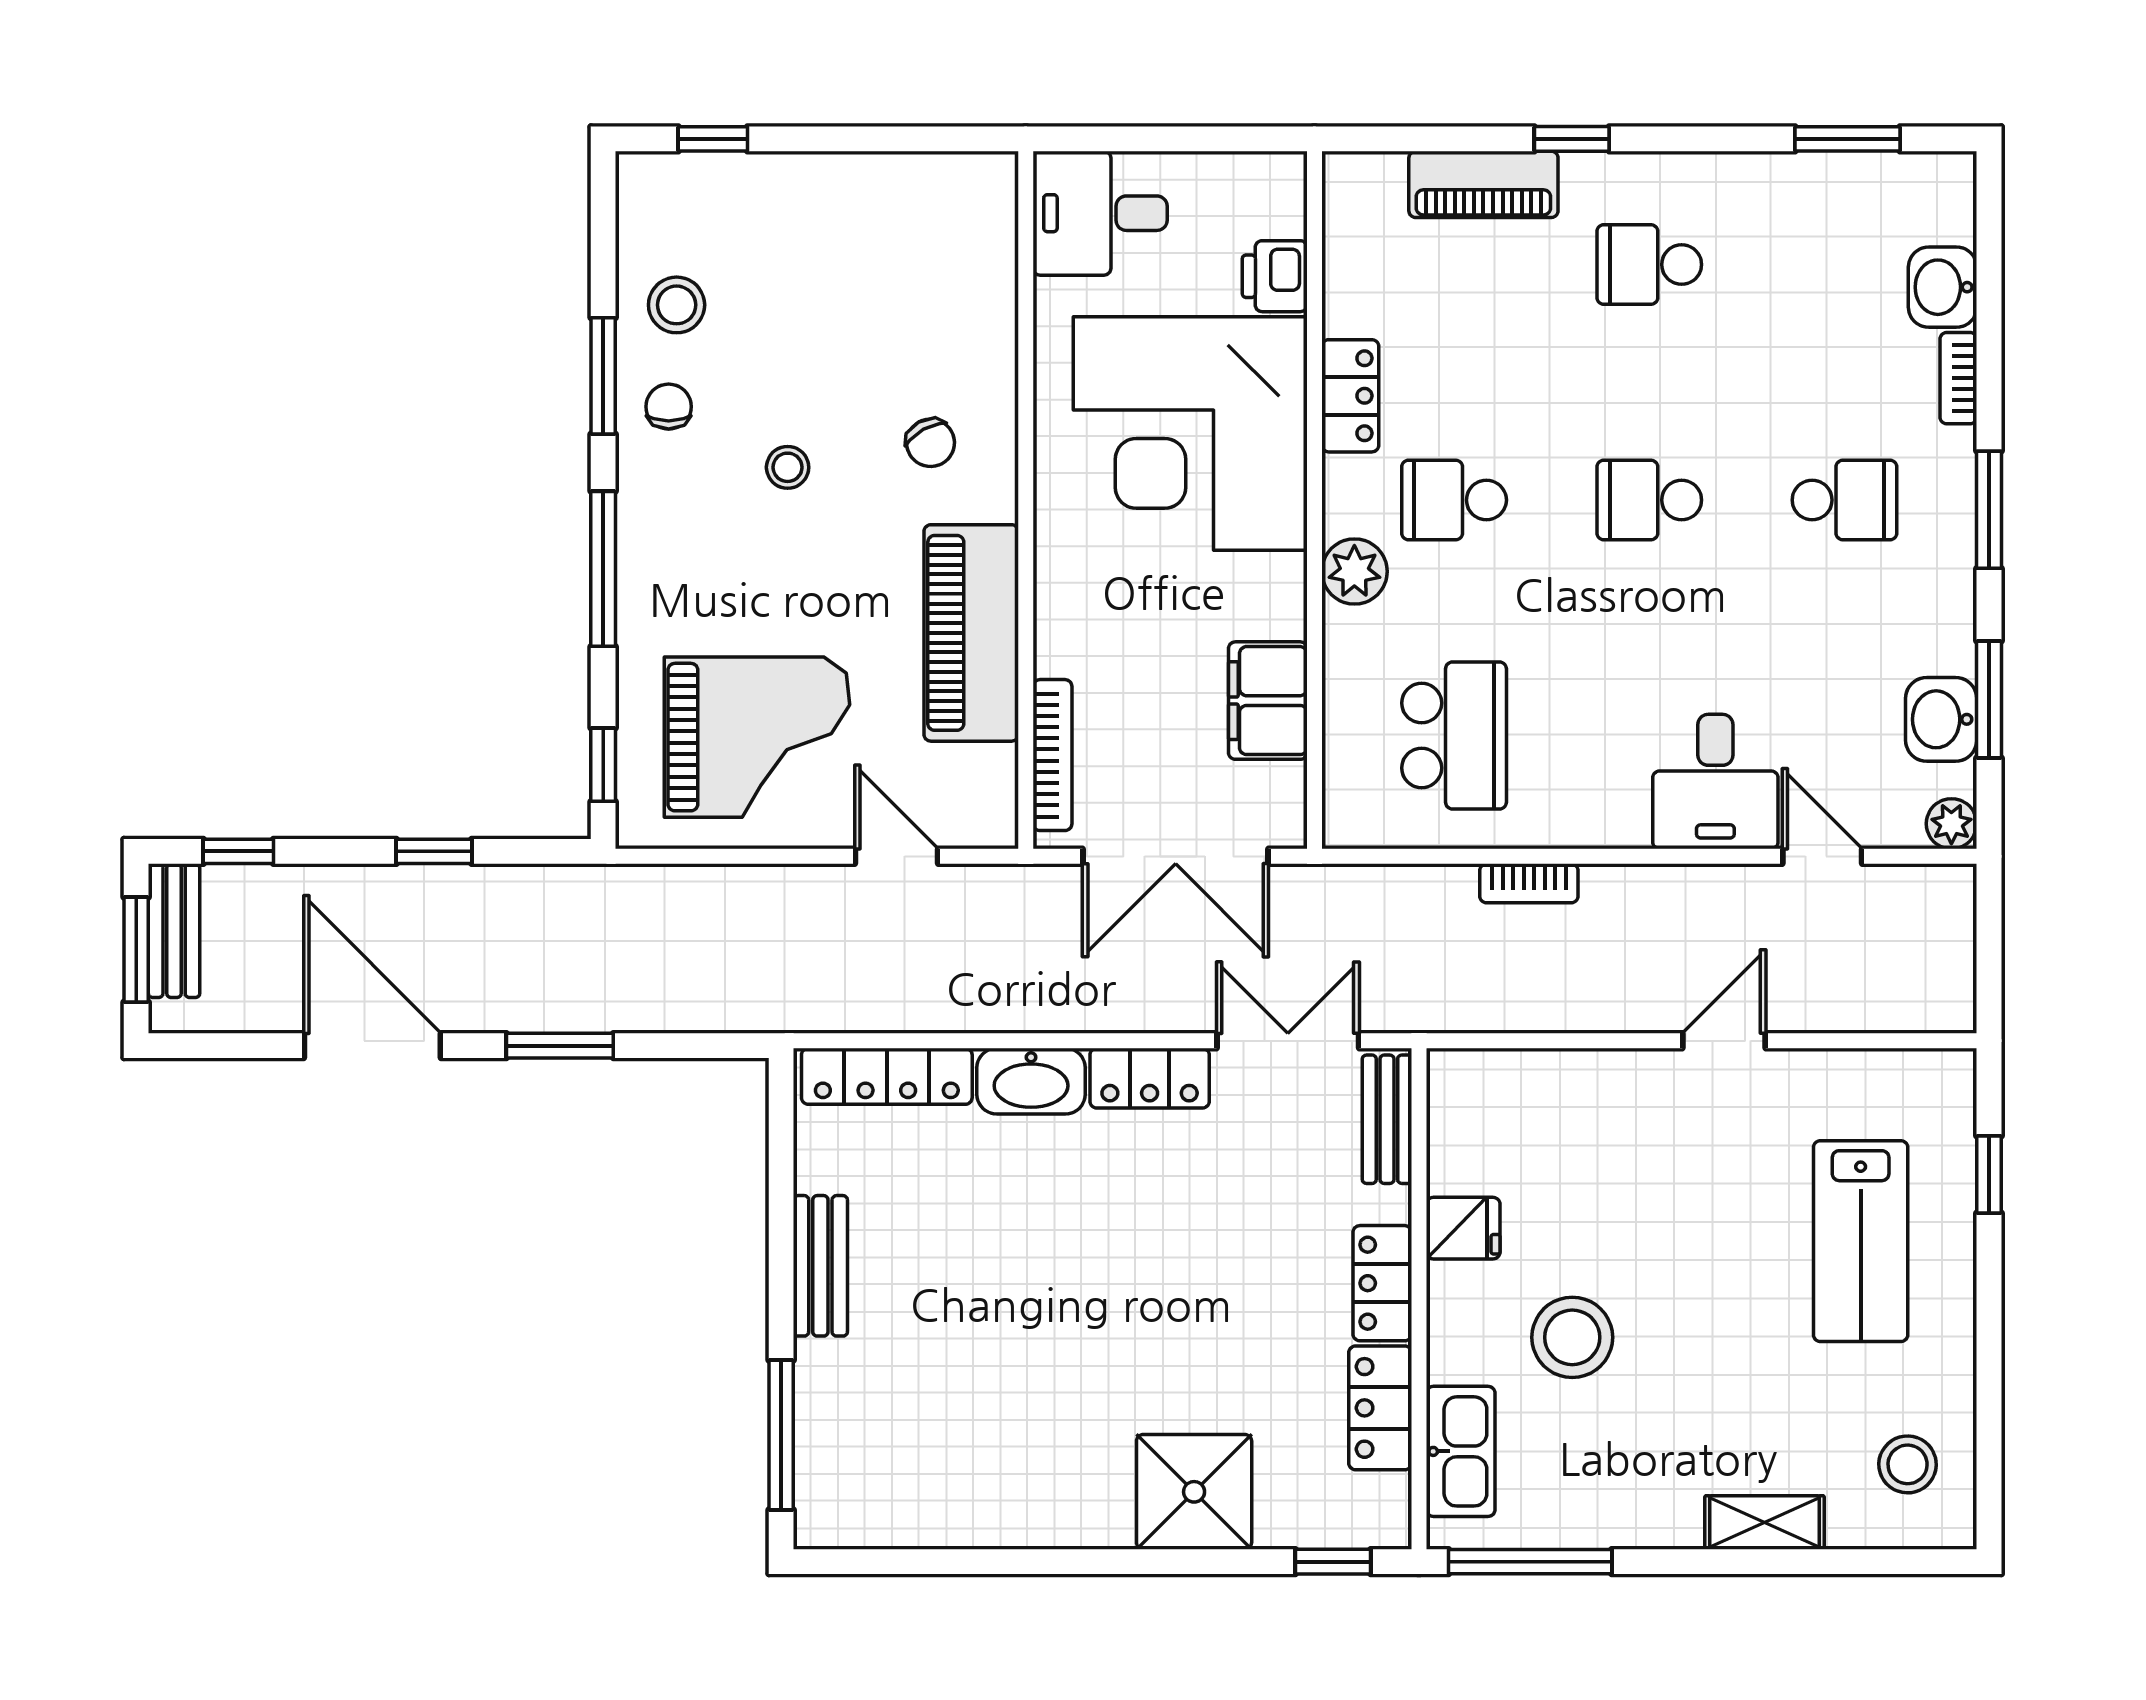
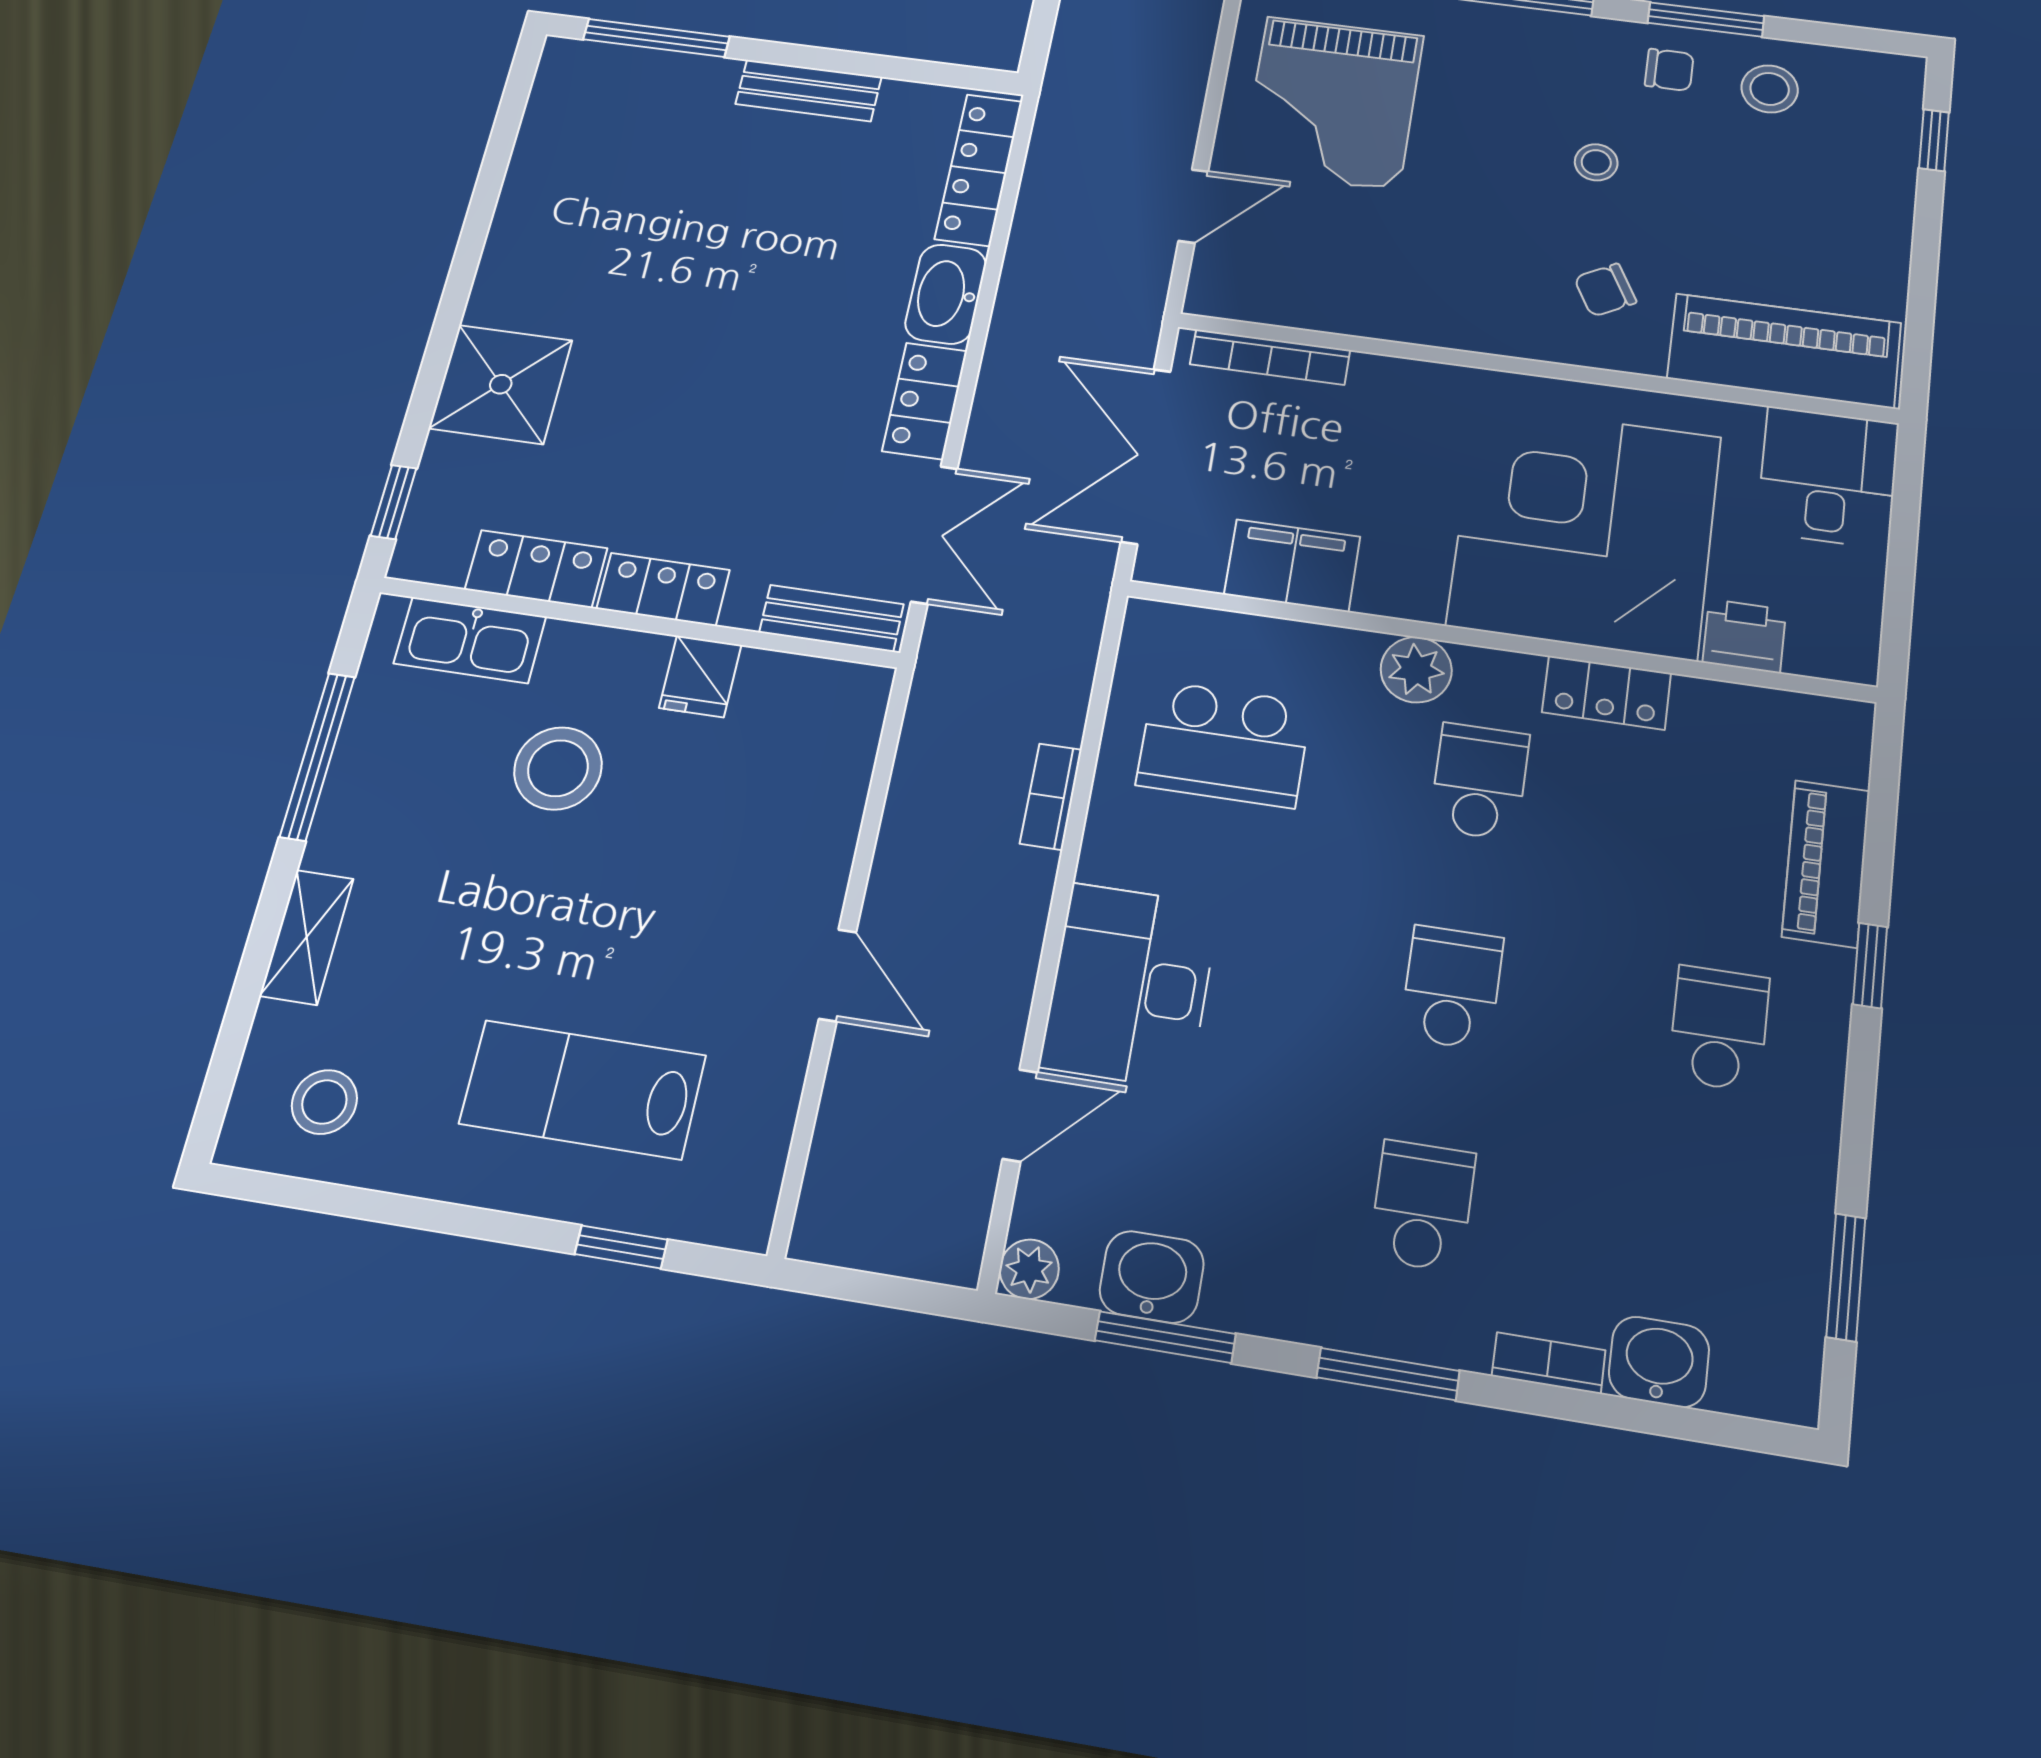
school desk: (1844, 500) -> (1422, 1206), turned 180
piano: (971, 633) -> (1784, 351), moved
desk: (1715, 782) -> (1130, 985), width x1.37
window: (1530, 1562) -> (317, 756), moved

